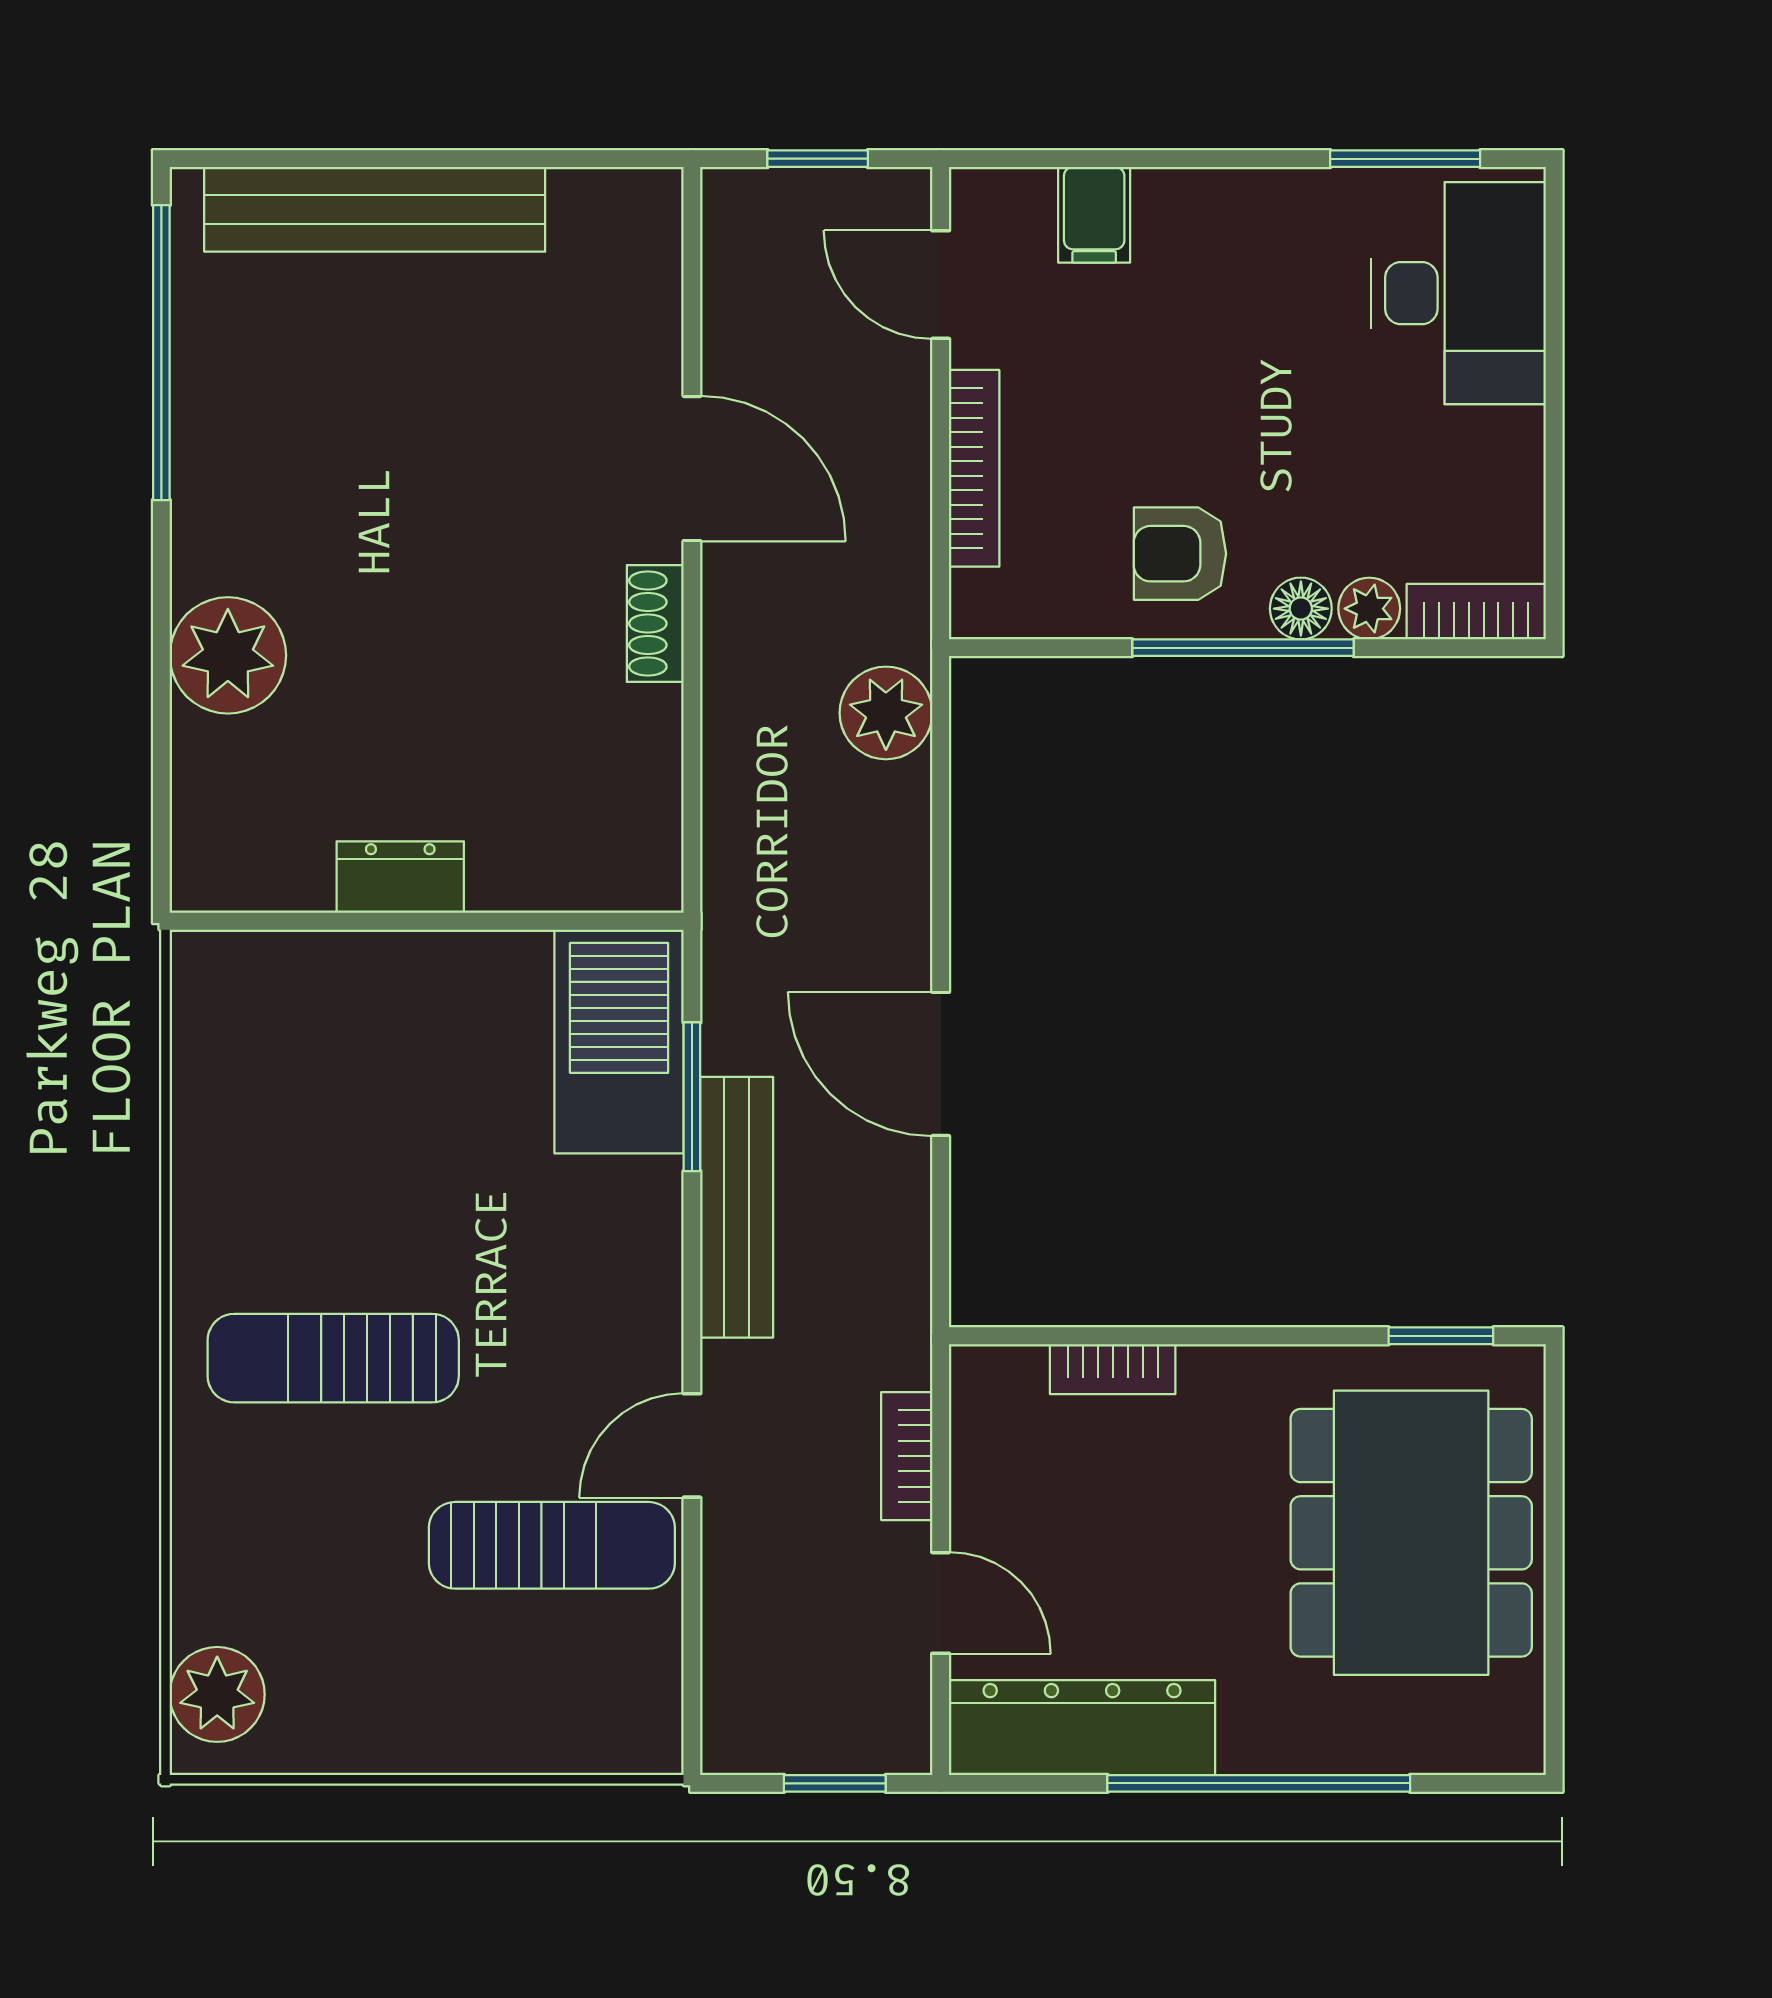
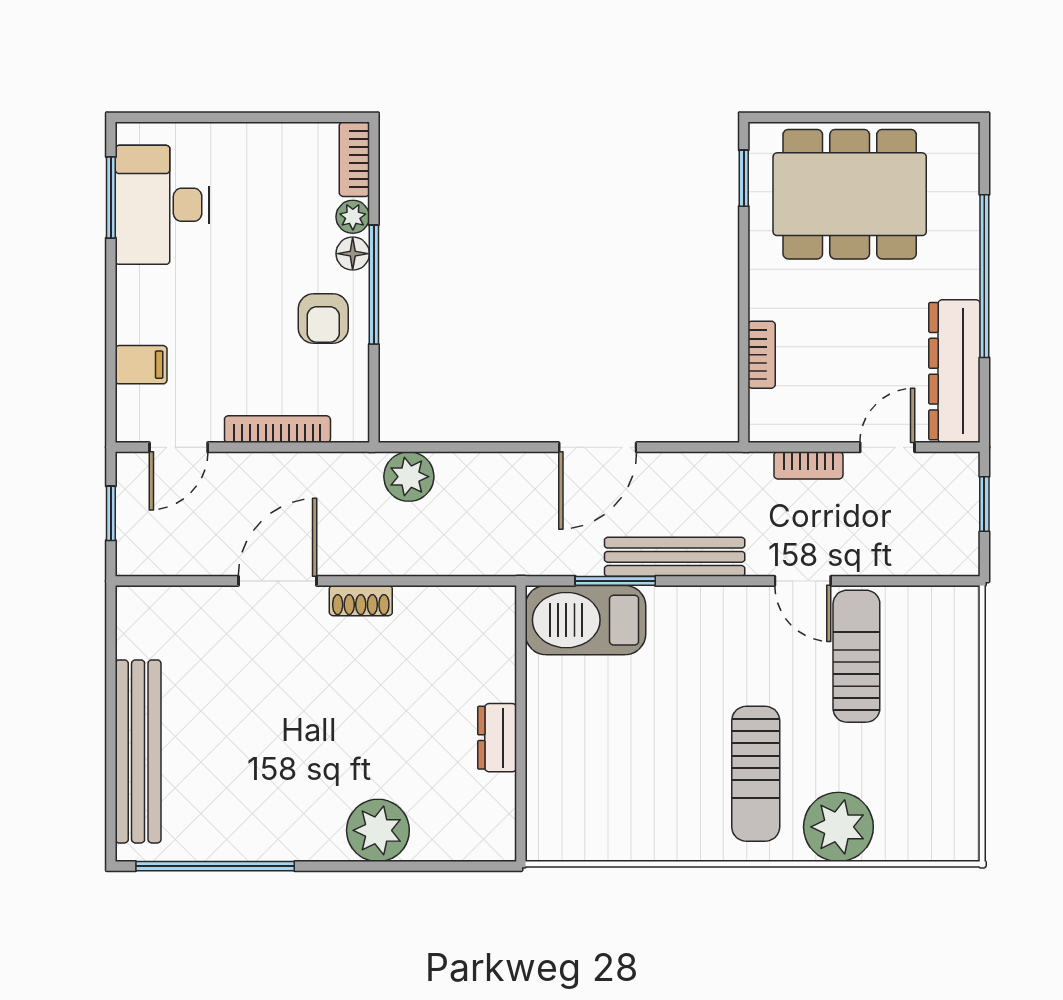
desk: (1459, 293) -> (162, 205), moved, turned -90
plant: (217, 1694) -> (838, 827), moved, width x1.36, depth x1.36

